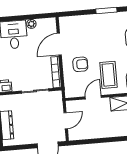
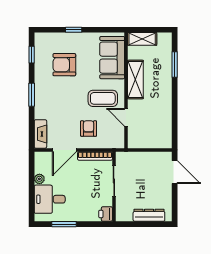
fireplace: (72, 21) -> (40, 134), added
door: (59, 44) -> (64, 150), hinge flipped
door: (66, 121) -> (150, 150), removed

